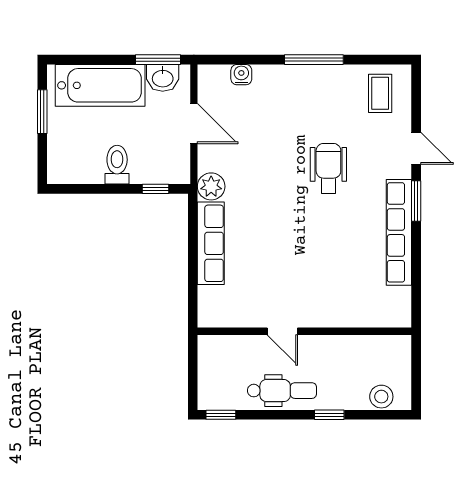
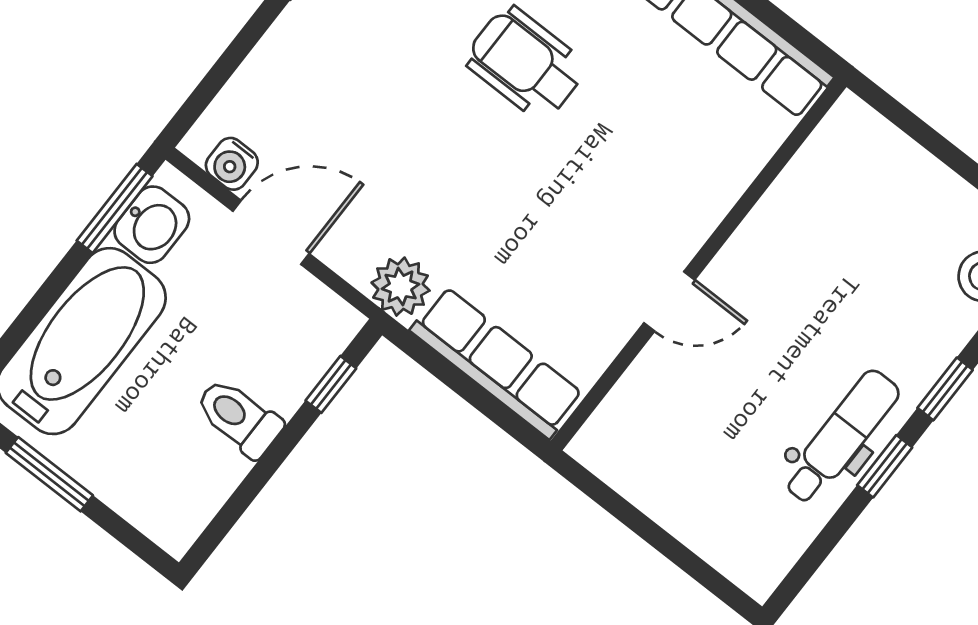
water cooler: (241, 75) -> (232, 164), moved, turned -90
door: (282, 331) -> (669, 301), moved
wall: (304, 331) -> (698, 264), moved
window: (221, 415) -> (885, 466), moved

